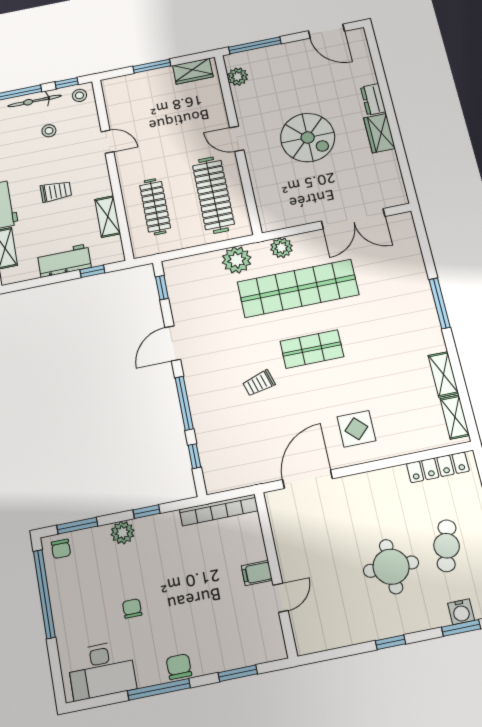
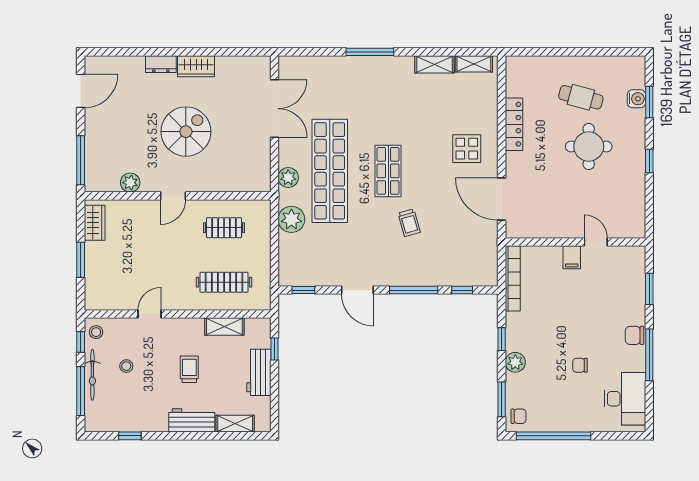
plant: (238, 77) -> (130, 183), moved
clothes rail: (213, 195) -> (224, 228), width x0.54, depth x0.76
locker: (438, 467) -> (514, 124), moved

